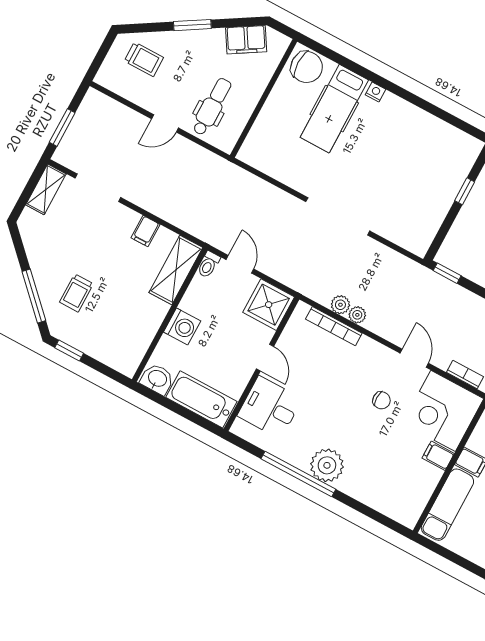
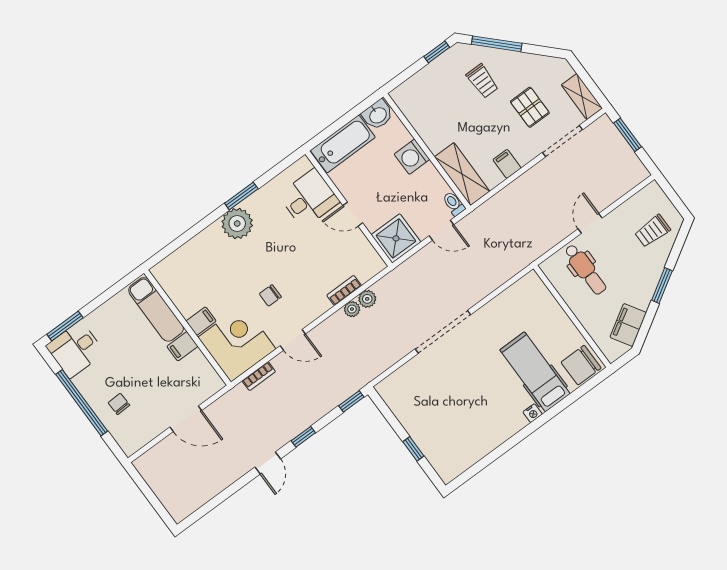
pallet: (80, 235) -> (530, 107), added
trolley: (76, 293) -> (482, 81), turned 180
bookcase: (334, 326) -> (344, 290), width x0.64
window: (298, 474) -> (241, 196), width x0.47

